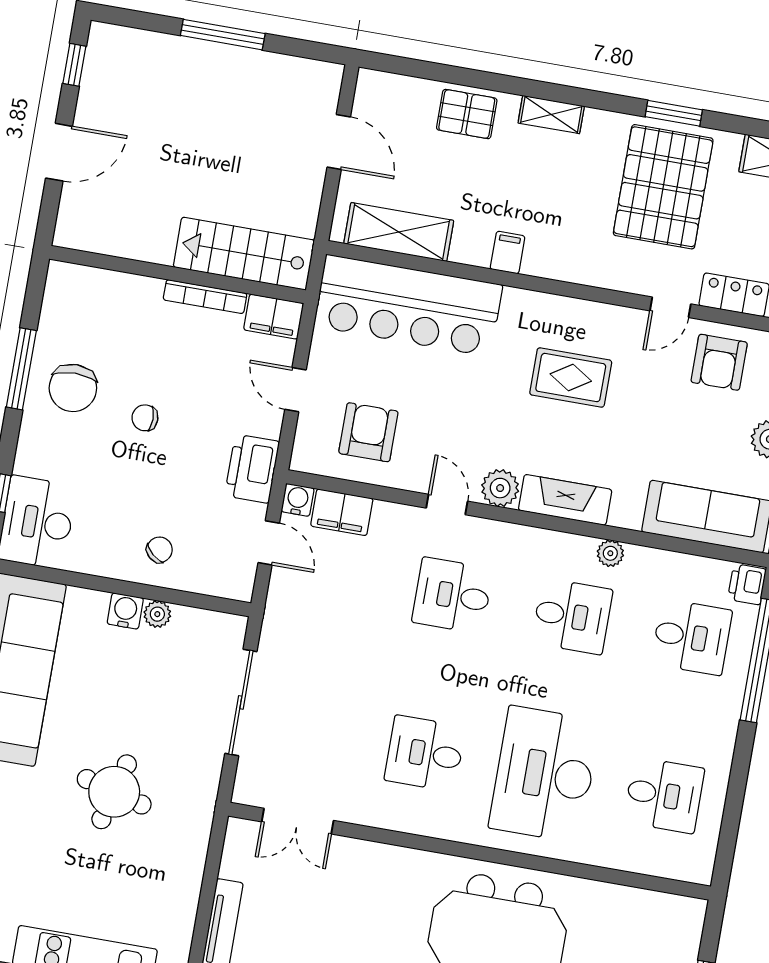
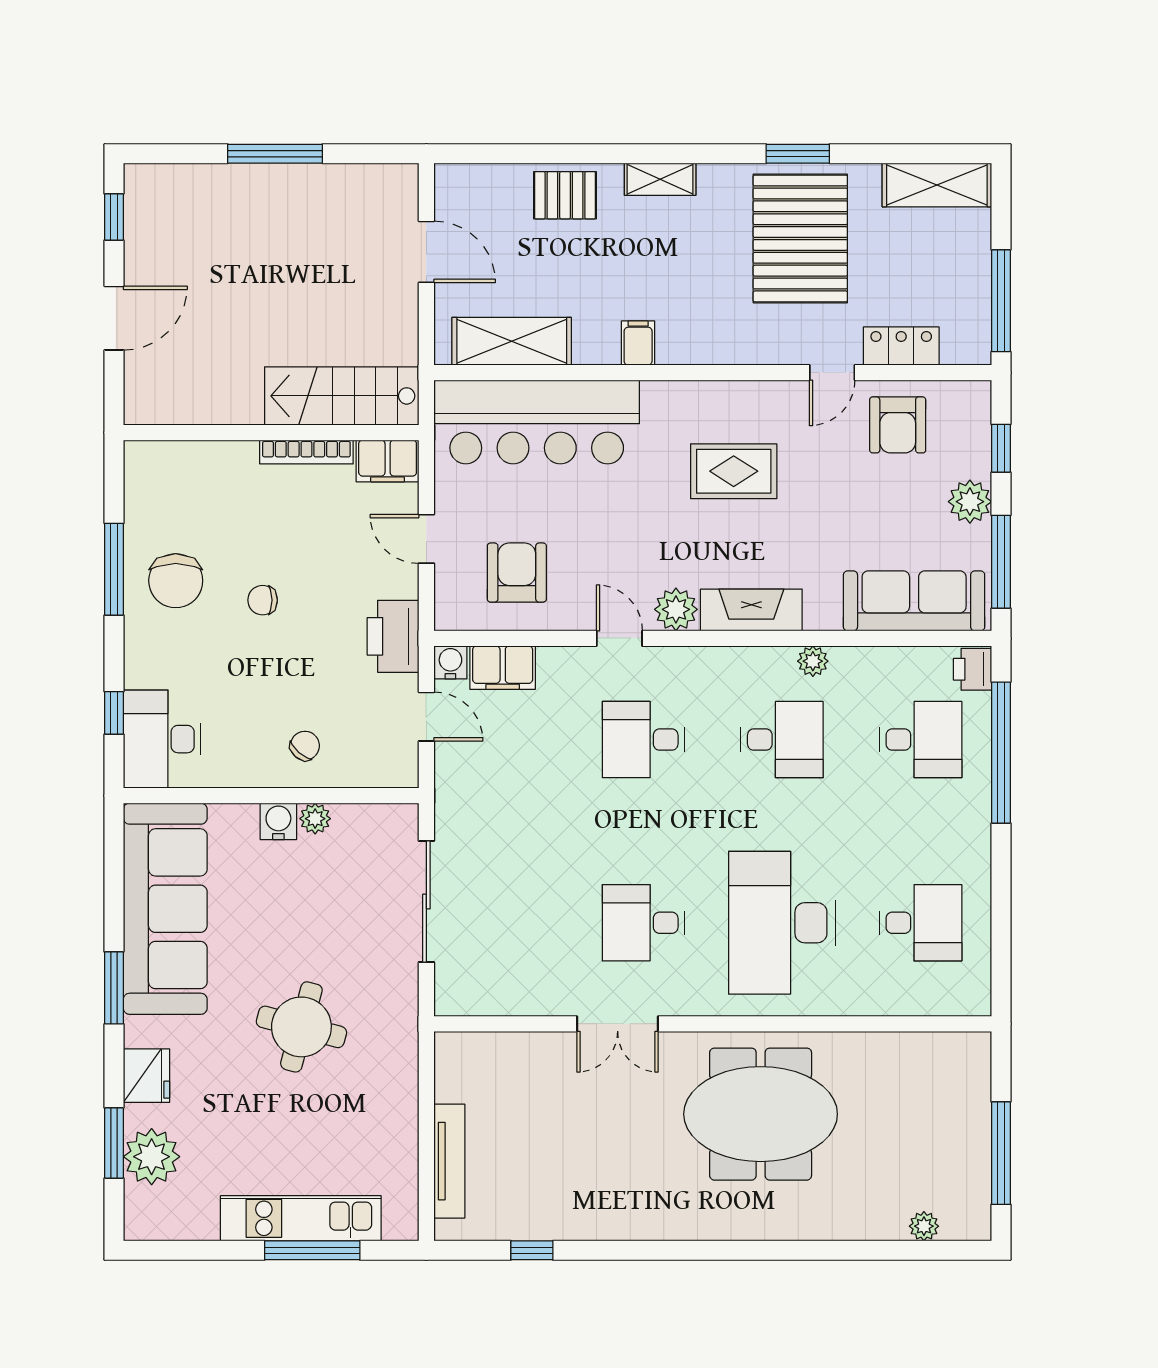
double door: (298, 821) -> (618, 1024), moved

